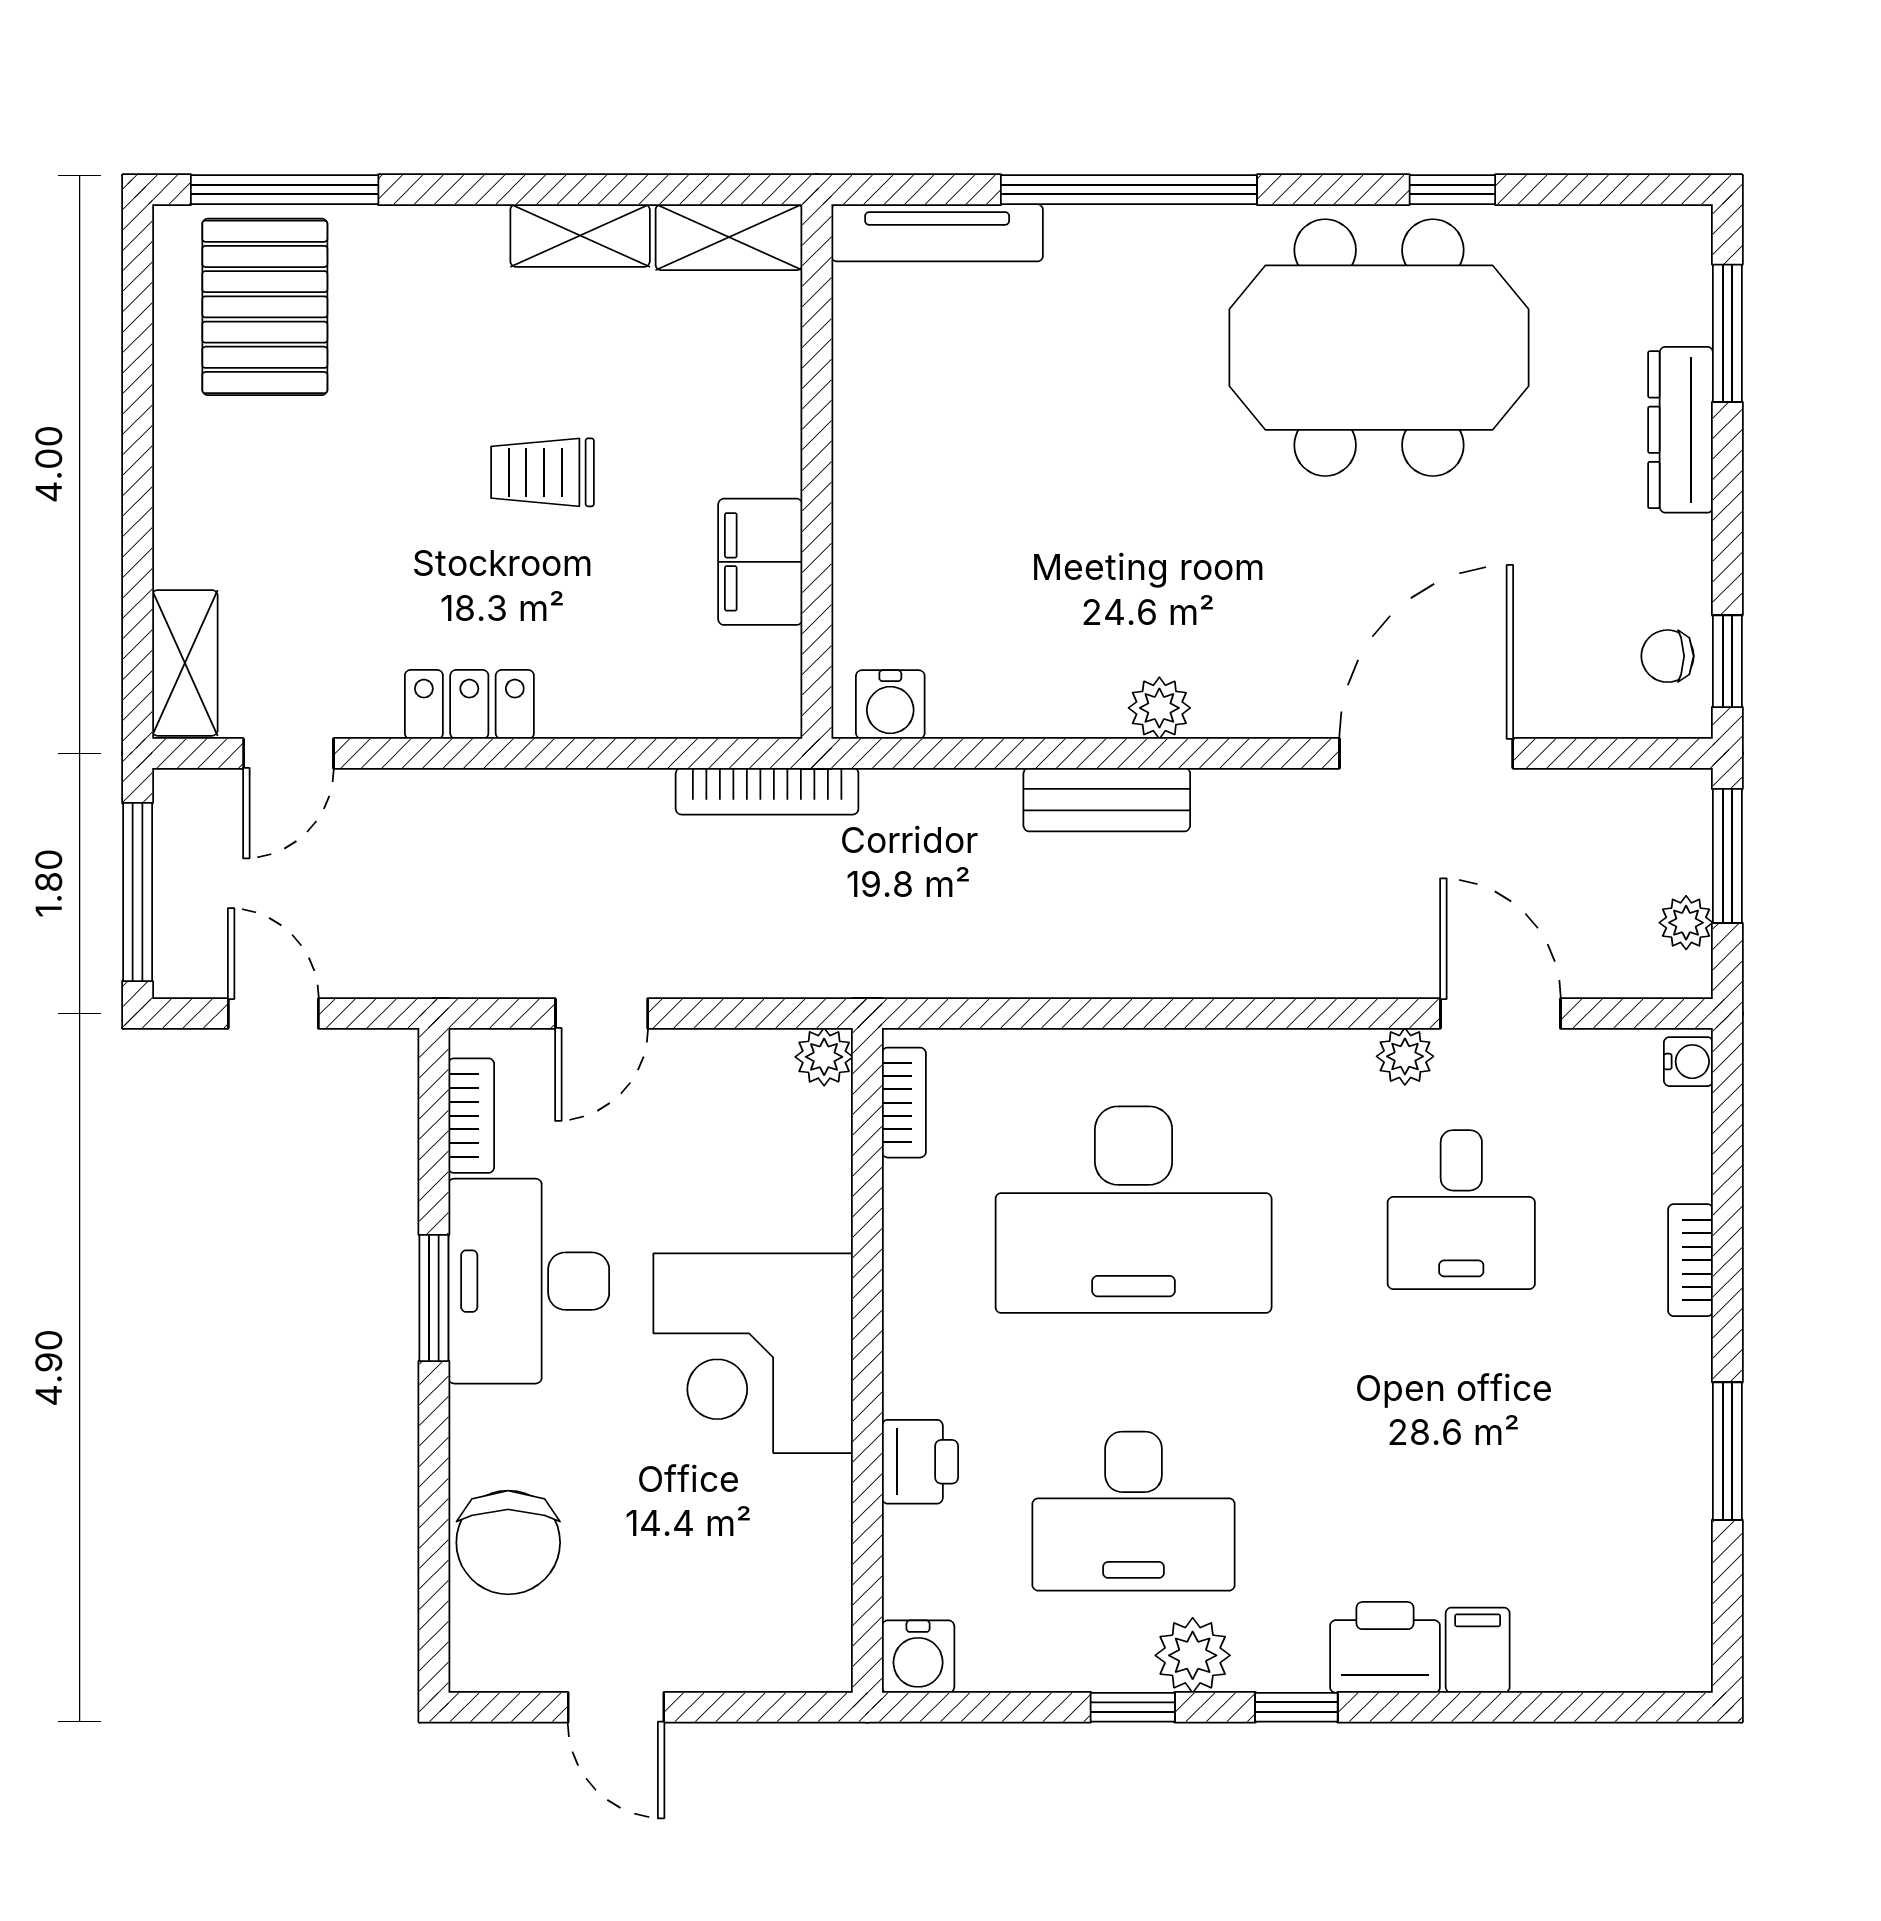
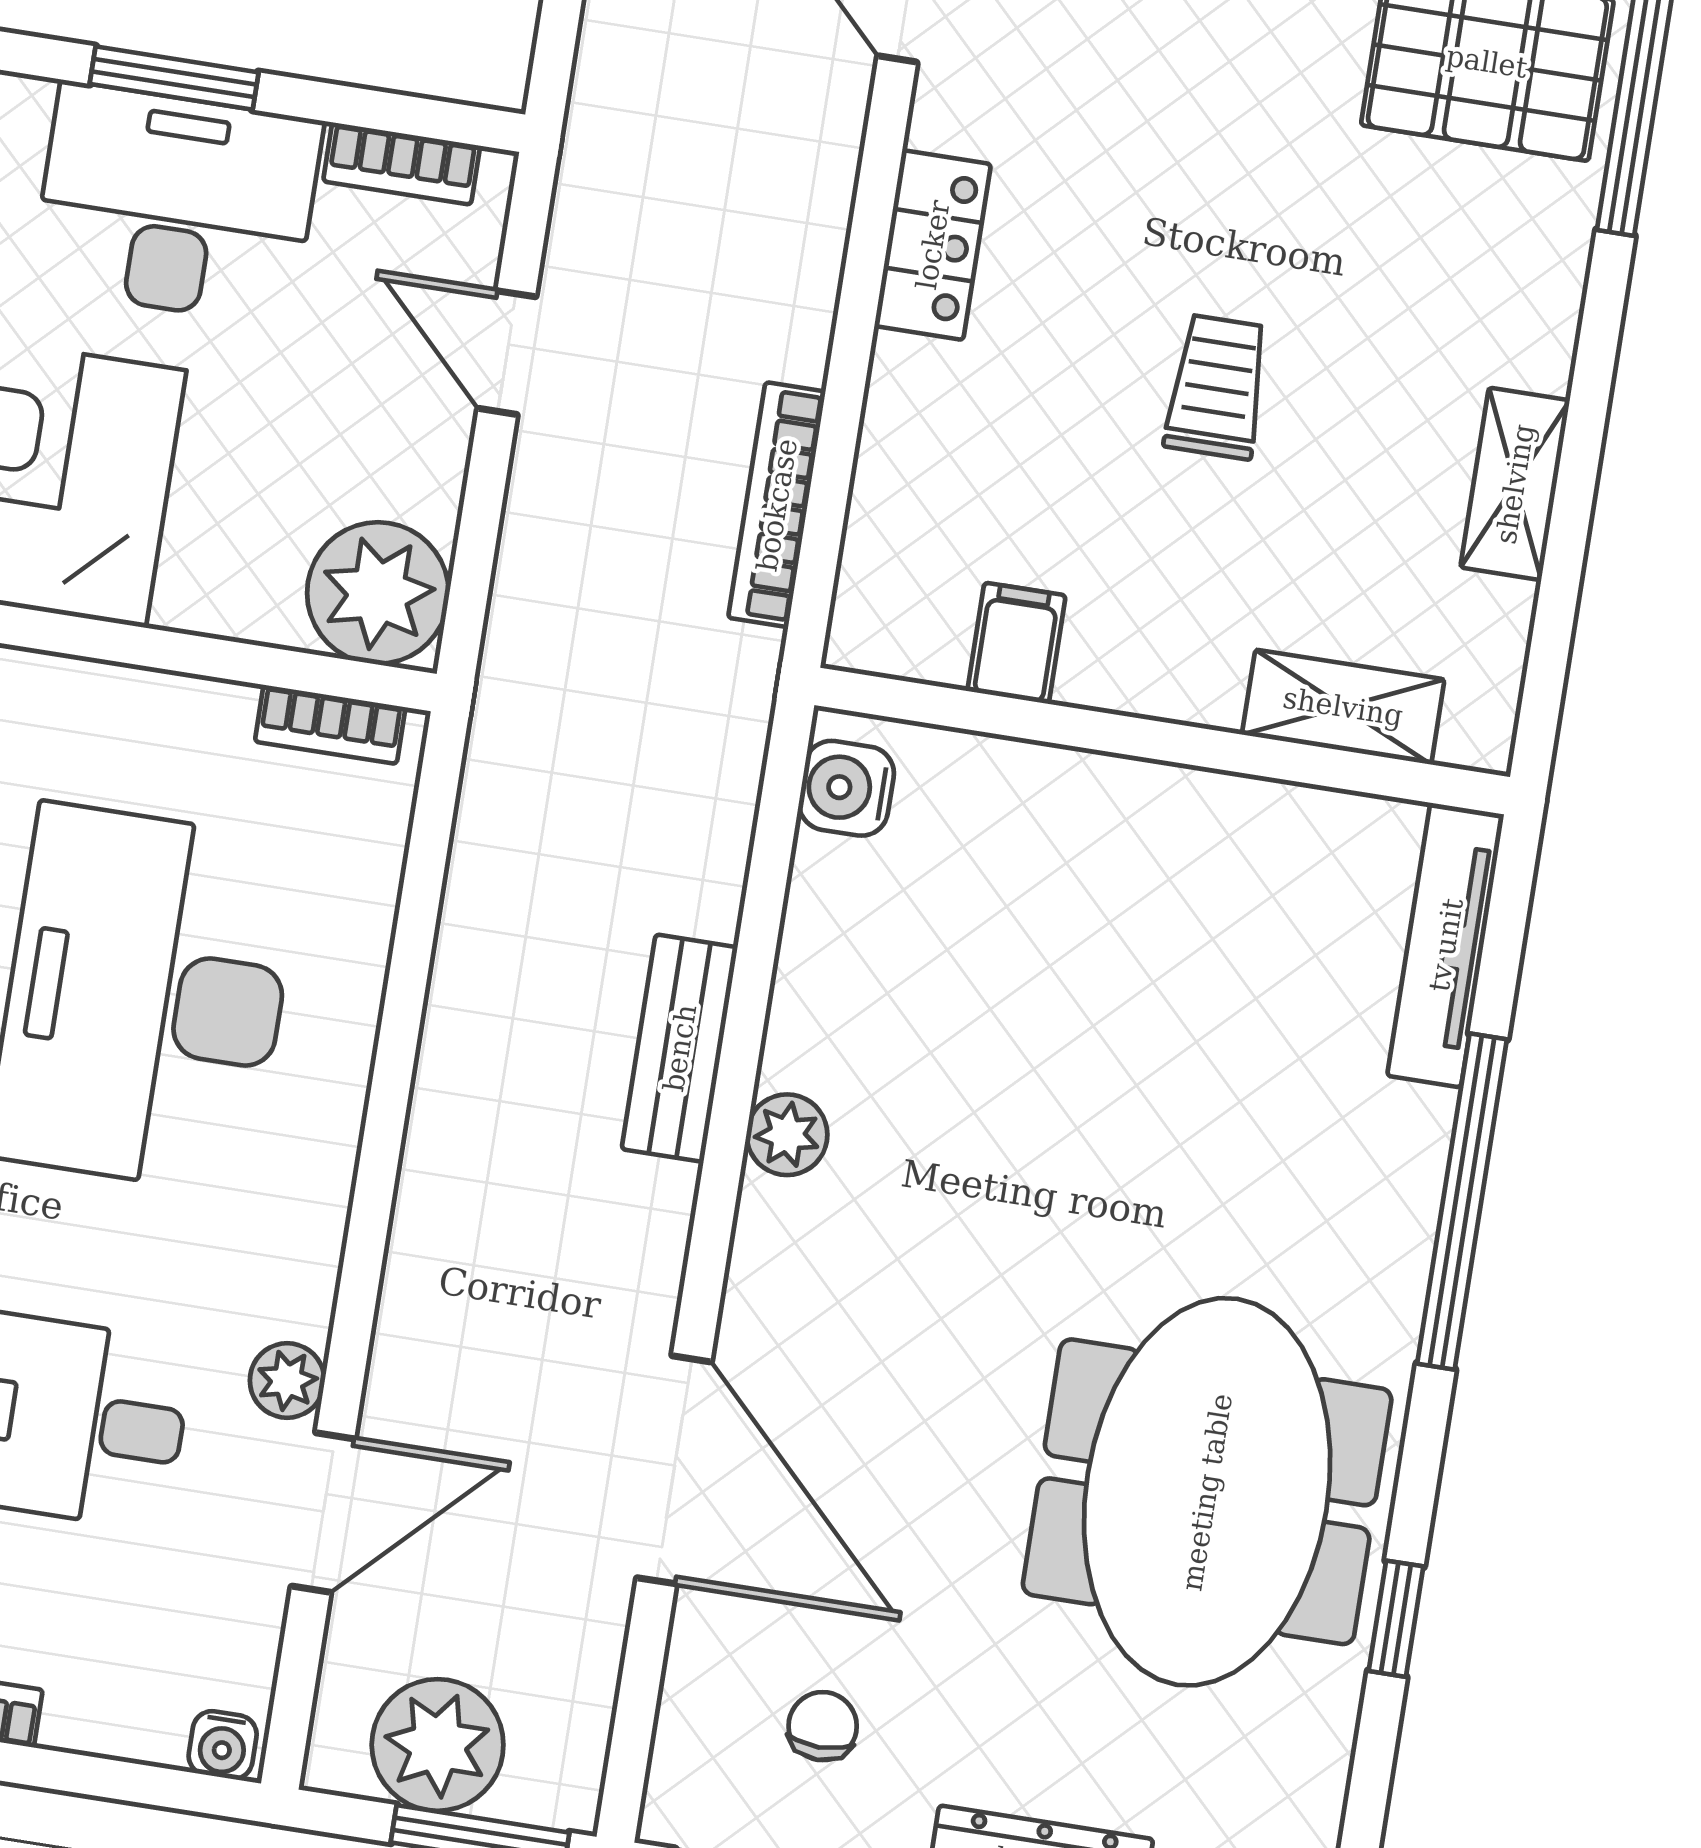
shelving: (729, 237) -> (1343, 707), moved, turned 90
filing cabinet: (760, 562) -> (1016, 643), width x0.50
chair: (1668, 656) -> (823, 1726), moved
bookcase: (767, 791) -> (777, 505), moved
plant: (1686, 923) -> (438, 1745), width x1.87, depth x1.87
plant: (824, 1057) -> (378, 593), width x1.87, depth x1.87

